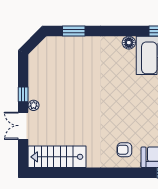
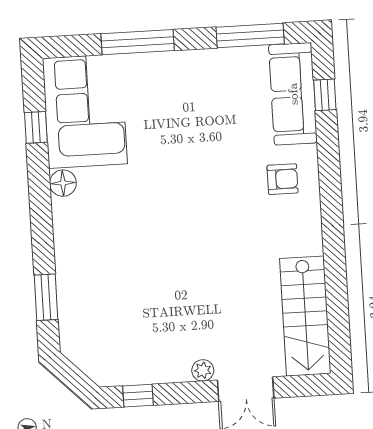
window: (23, 94) -> (138, 396), moved
armchair: (124, 150) -> (283, 179), turned -90

